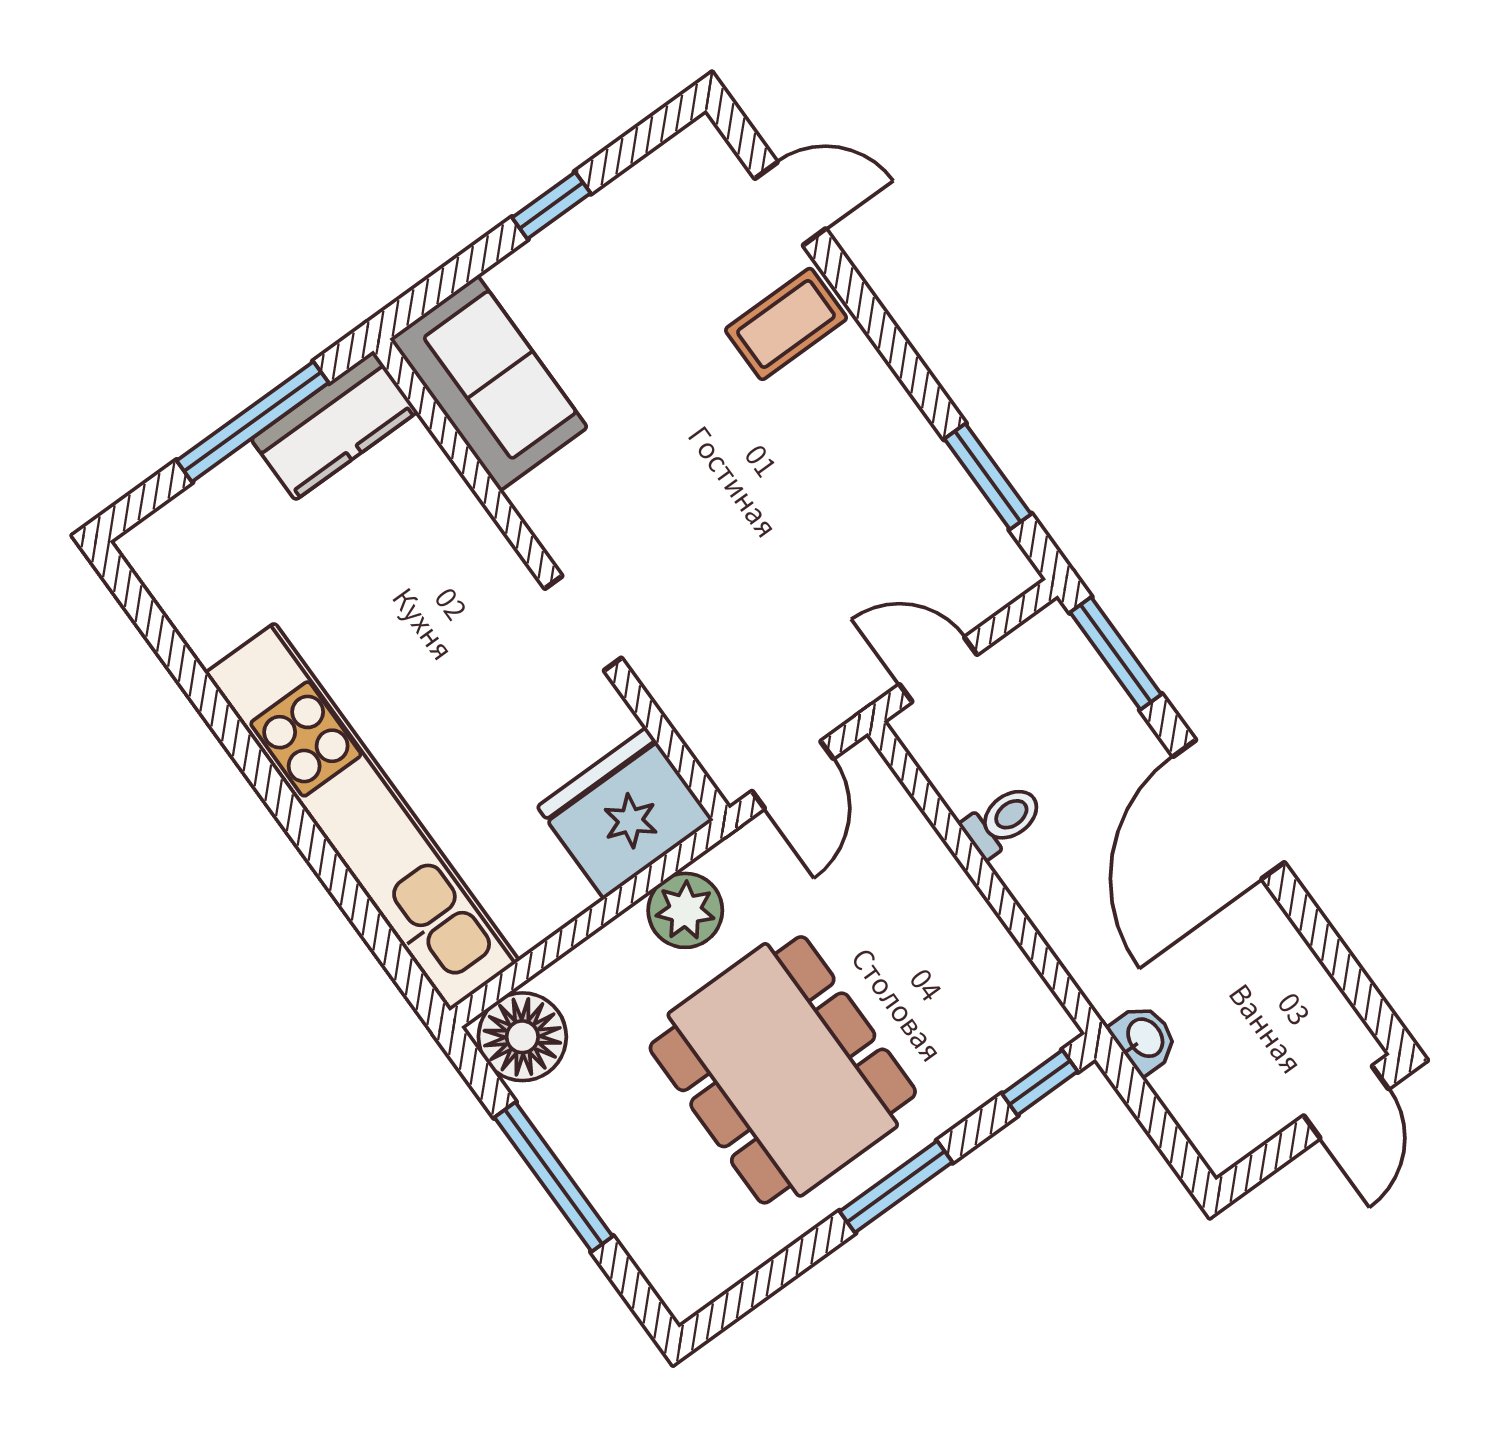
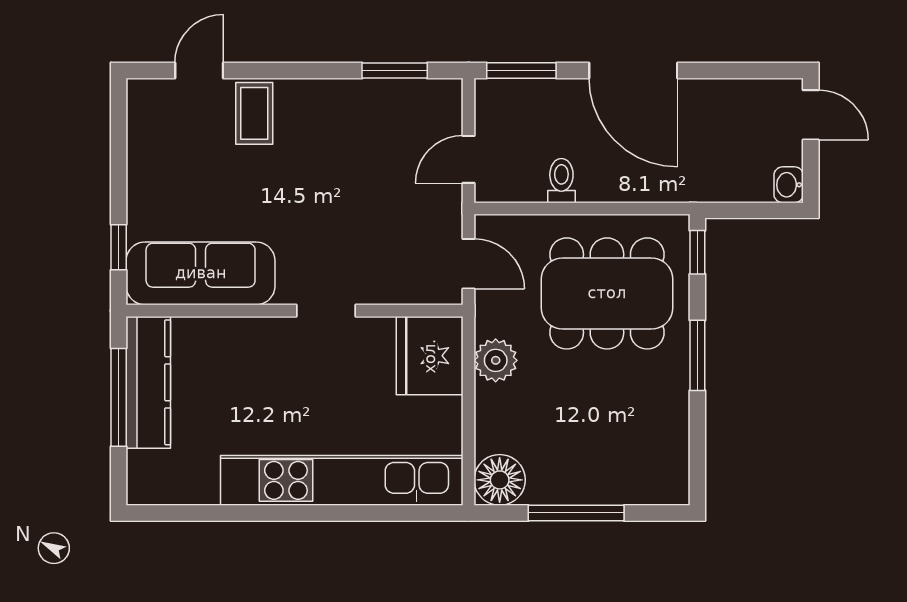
window: (551, 205) -> (119, 247), moved
sofa: (489, 383) -> (201, 273), width x1.36
kitchen counter: (334, 425) -> (148, 382), width x1.50
washbasin: (1144, 1039) -> (789, 185), moved, turned -90
dining table: (783, 1070) -> (607, 293), moved

